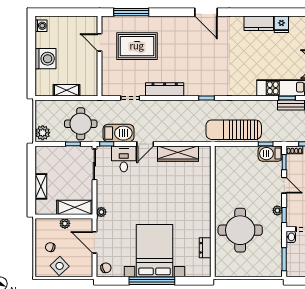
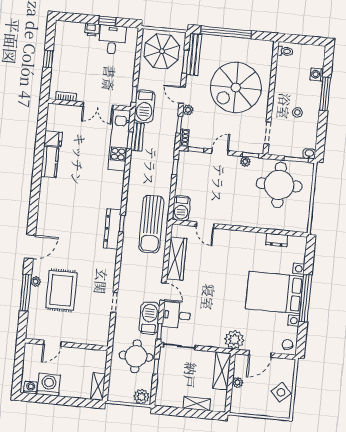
door: (206, 12) -> (30, 247), moved
plant: (143, 21) -> (36, 282), added
door: (100, 42) -> (52, 343), moved
wall: (100, 56) -> (66, 345), moved
washing machine: (46, 59) -> (49, 385), moved
dresser: (165, 89) -> (112, 229), moved
shelving: (66, 90) -> (98, 386), moved
sun lounger: (234, 130) -> (151, 224), moved
barbecue: (270, 154) -> (181, 208), moved
door: (213, 178) -> (205, 225), added
plant: (101, 212) -> (234, 340), width x1.87, depth x1.87
round table: (240, 230) -> (279, 185), moved
washbasin: (291, 237) -> (309, 154), moved
chair: (50, 247) -> (261, 400), removed

